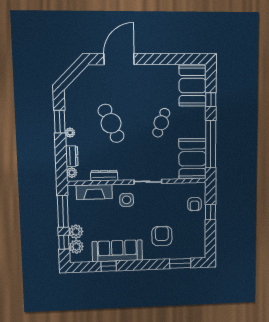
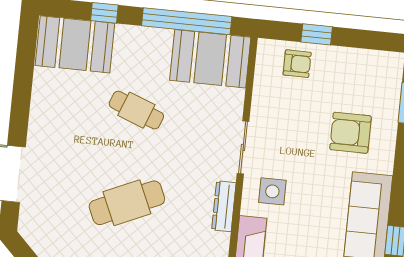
dresser: (104, 176) -> (224, 206), moved

